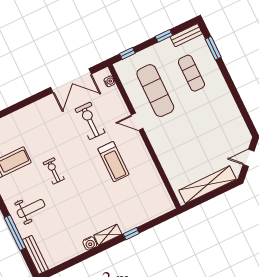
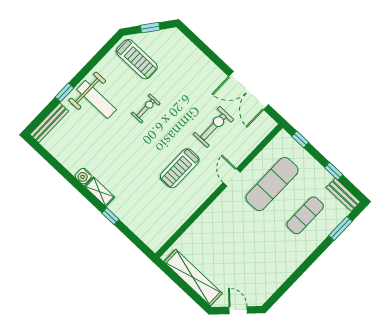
water cooler: (110, 81) -> (263, 132), removed
weight bench: (31, 209) -> (97, 100), width x1.36, depth x1.33
window: (15, 233) -> (64, 92), width x0.46

